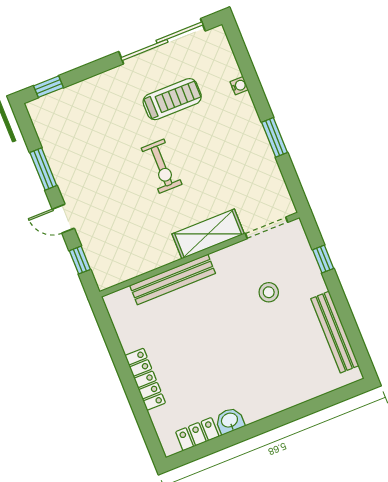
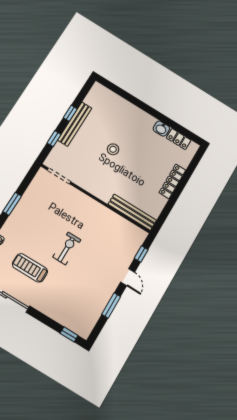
shelving: (208, 234) -> (83, 202), removed
bench: (173, 279) -> (132, 212), moved
stool: (269, 292) -> (113, 149), moved
window: (343, 308) -> (70, 113), added
bench: (335, 332) -> (75, 124), moved

